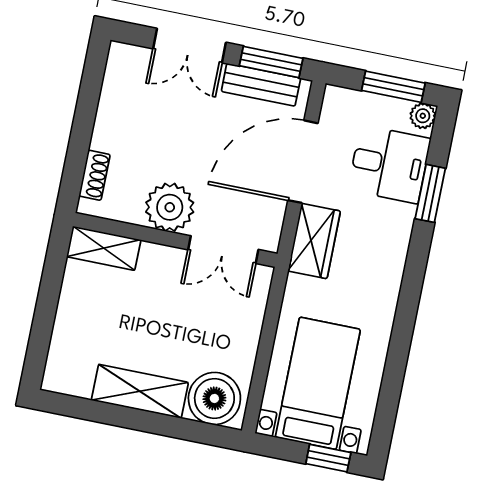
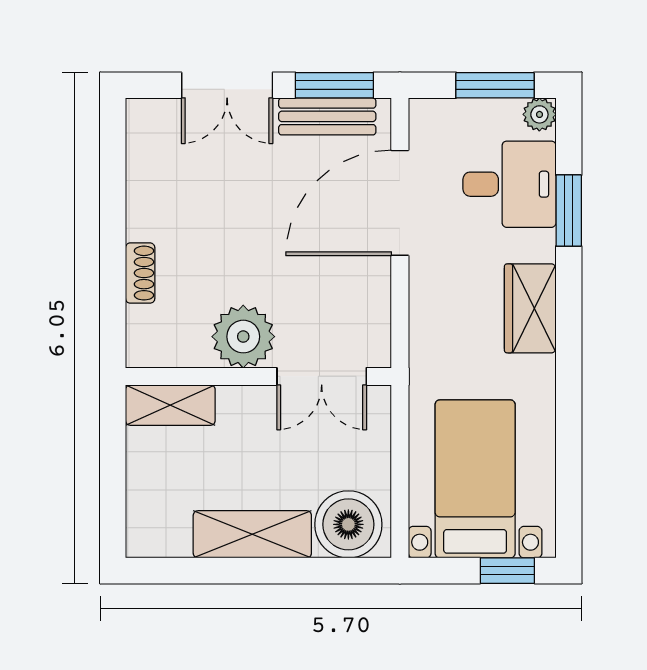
plant: (170, 207) -> (243, 337), moved
wall: (175, 240) -> (258, 376), moved
wardrobe: (314, 241) -> (530, 308), moved, turned 180
shelving: (104, 248) -> (170, 405), moved
double door: (223, 250) -> (322, 376), moved

